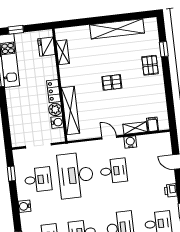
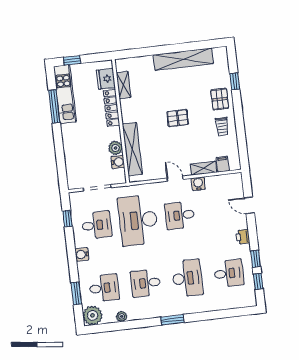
trolley: (152, 90) -> (222, 126), added
locker: (54, 91) -> (111, 108), moved, width x1.53
desk: (114, 171) -> (180, 215), turned 180

